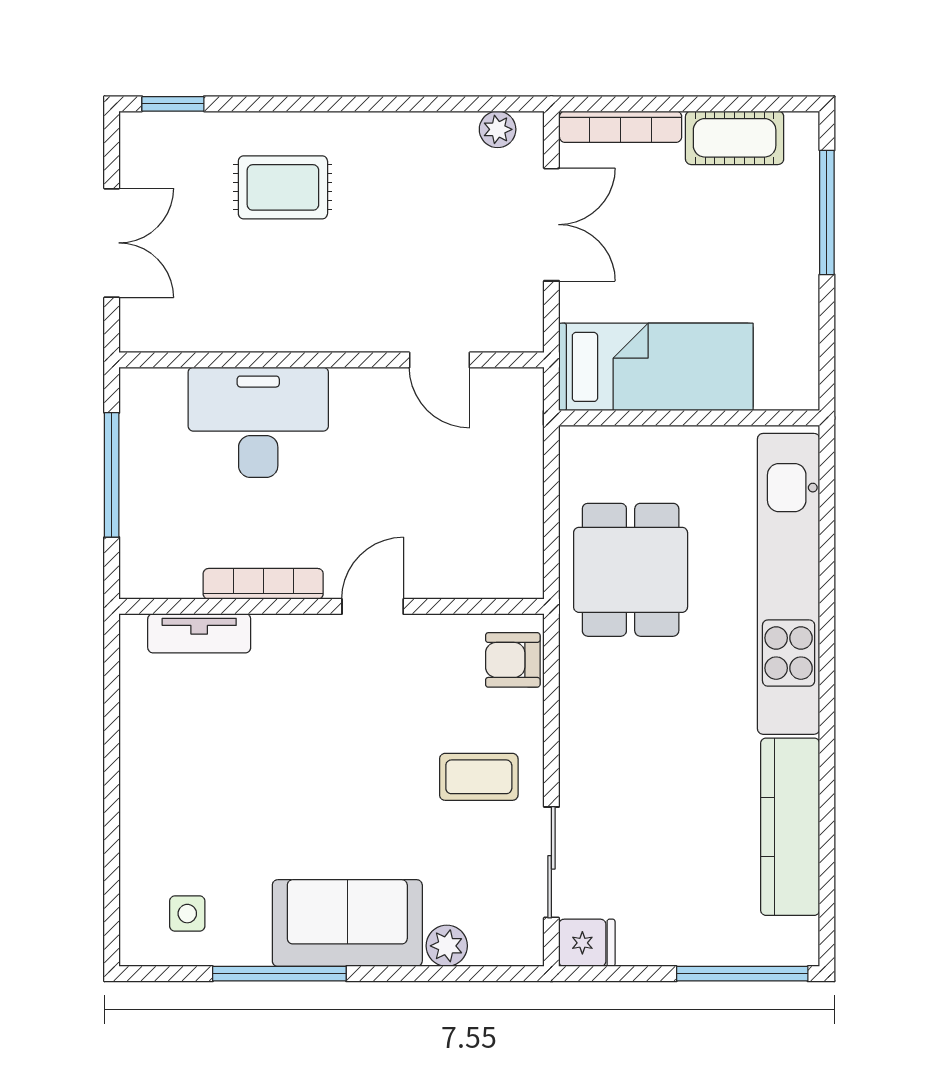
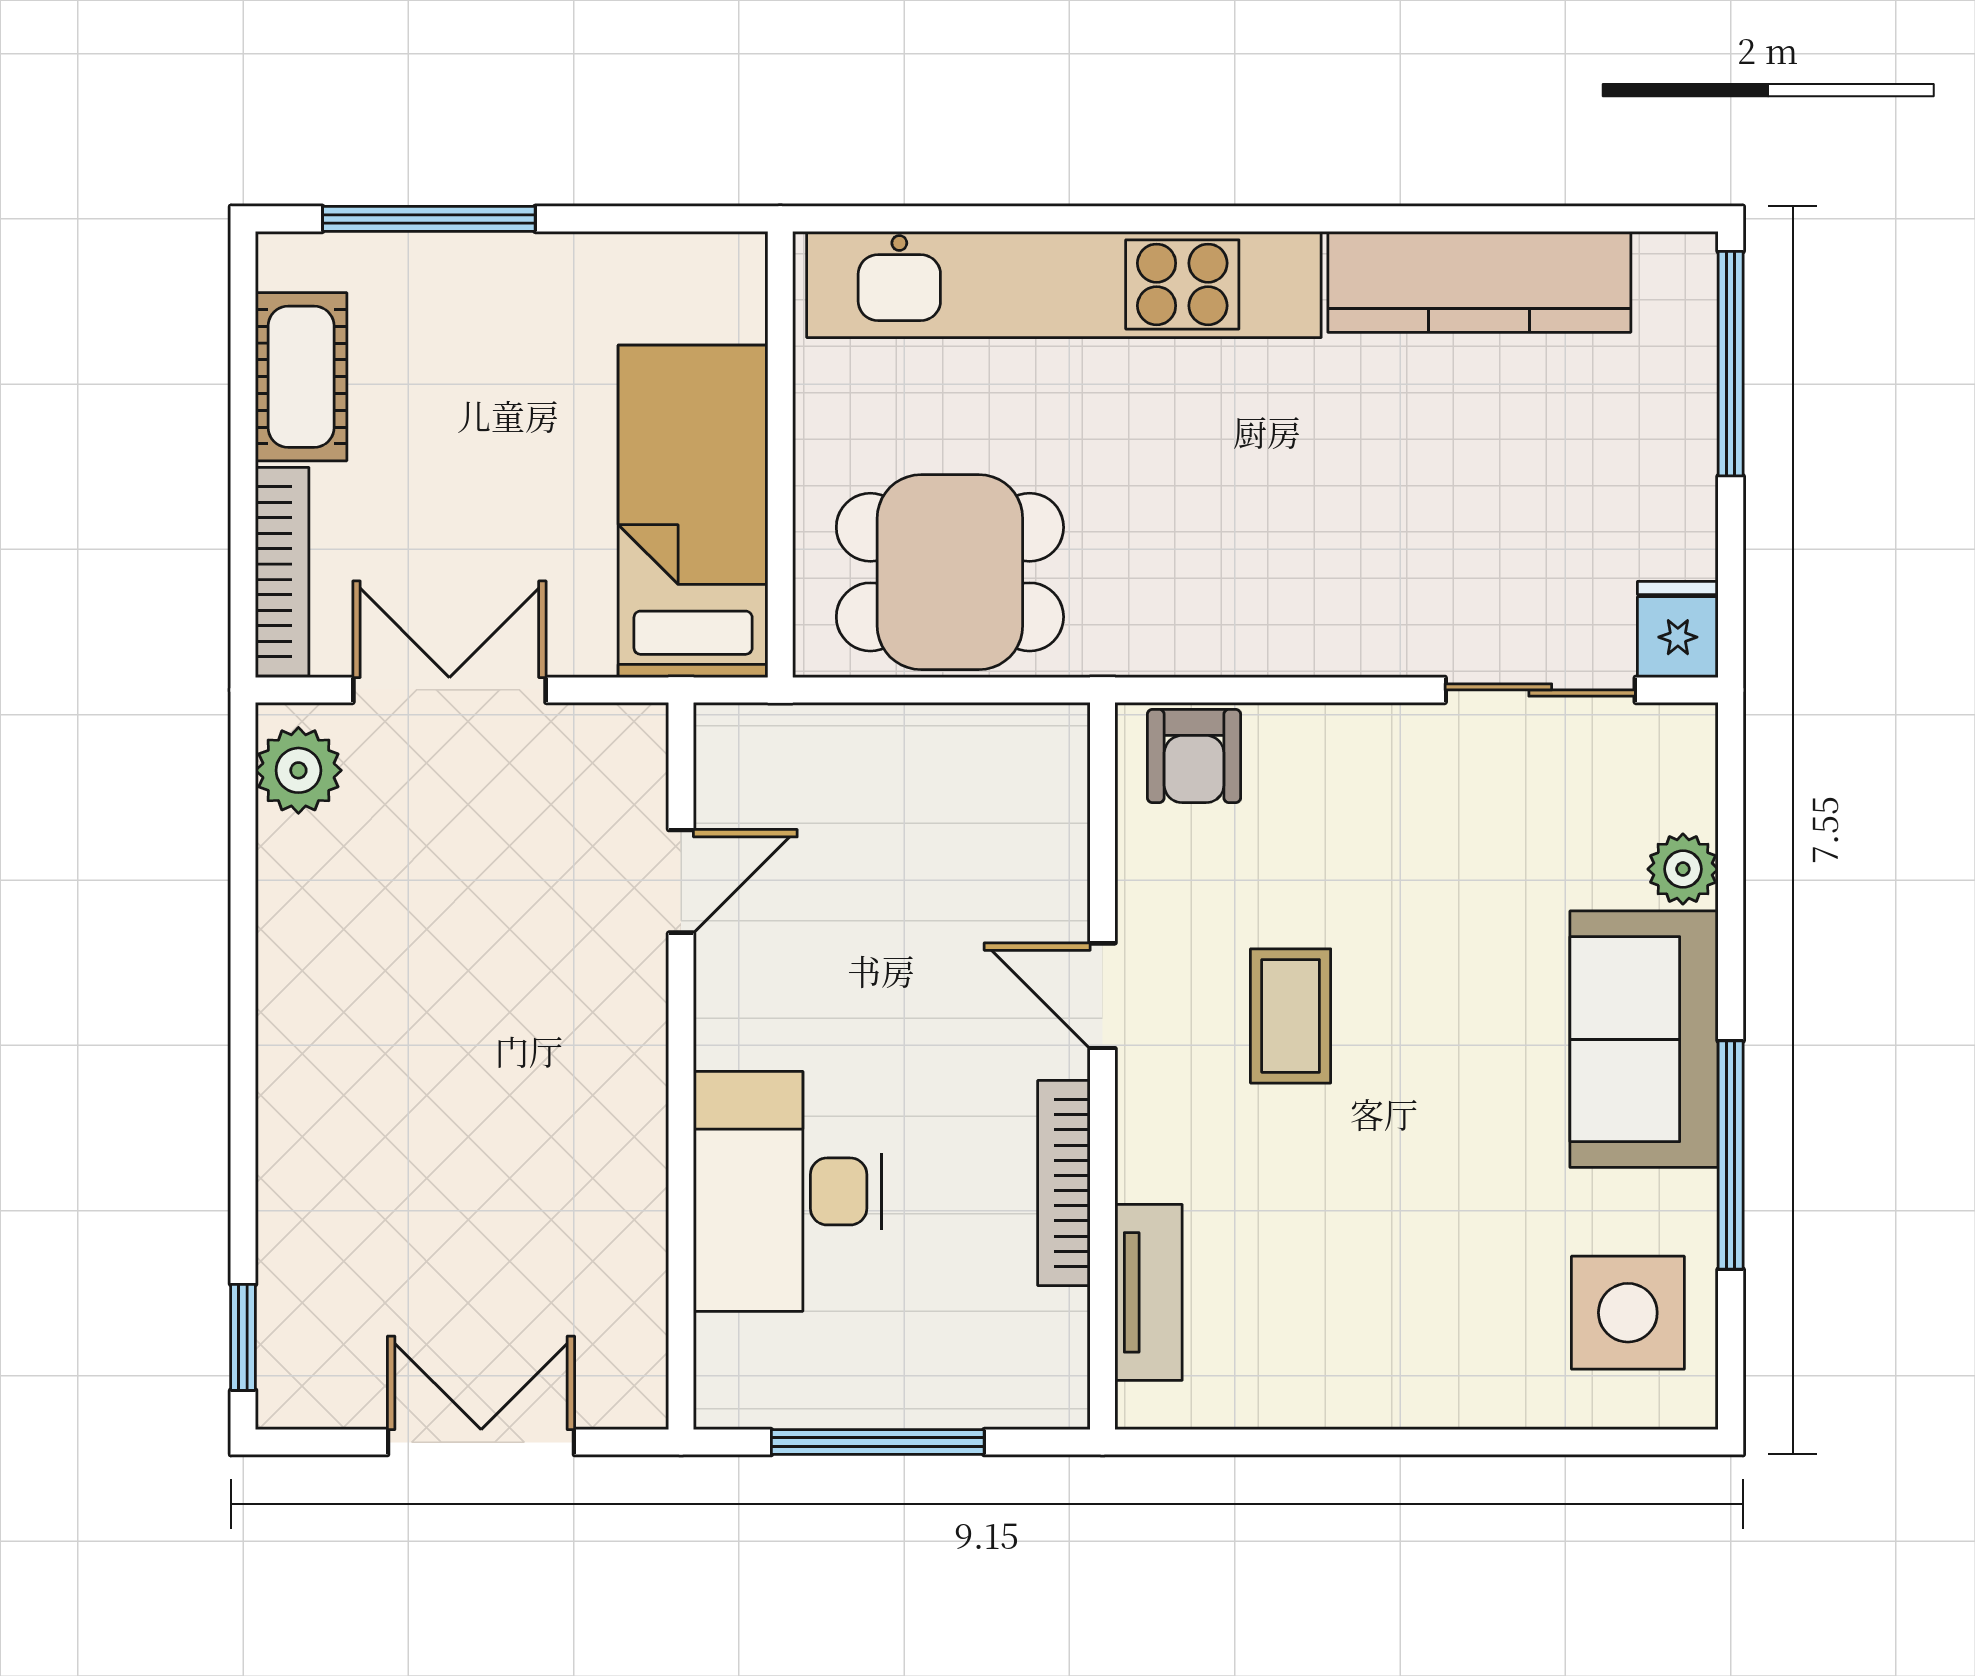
plant: (498, 129) -> (298, 770), width x1.38, depth x1.38
rug: (283, 187) -> (386, 1149), removed
dining table: (631, 570) -> (950, 572), moved
coffee table: (479, 777) -> (1291, 1016), moved
side table: (187, 914) -> (1628, 1313), width x1.87, depth x1.87

